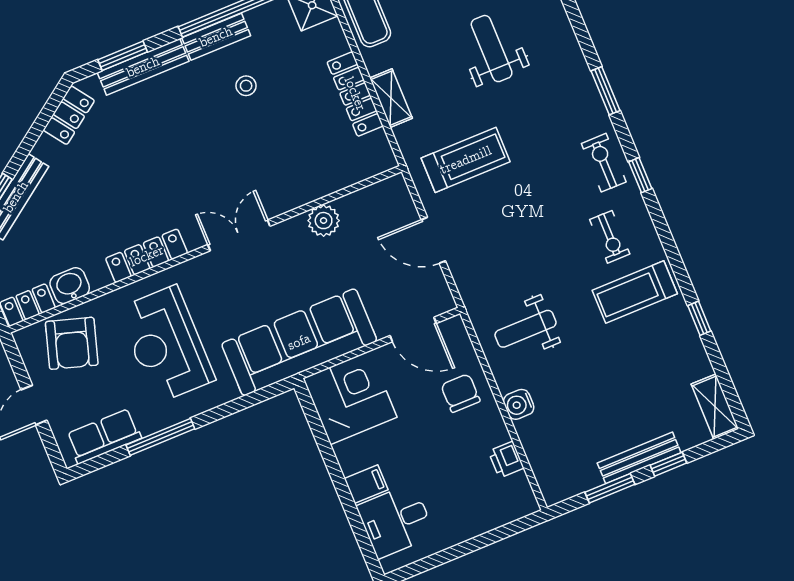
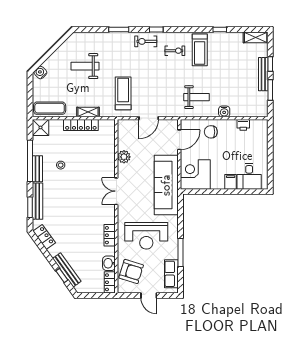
locker: (147, 256) -> (110, 235), width x0.66
weight bench: (525, 329) -> (197, 97), turned -90

